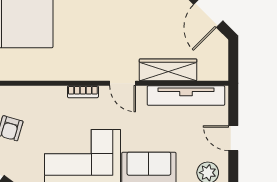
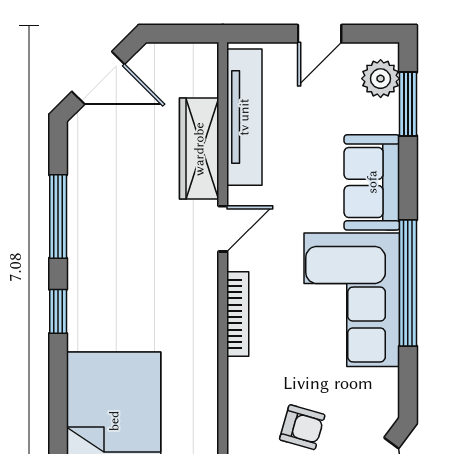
bookcase: (83, 92) -> (238, 314), width x1.56

